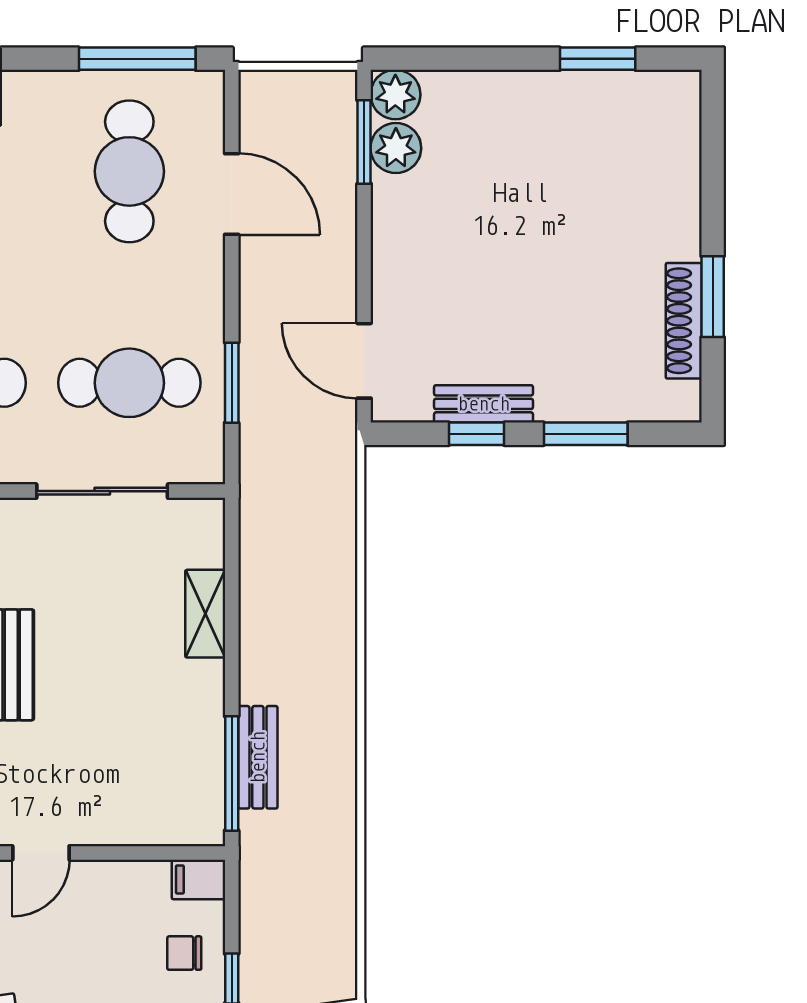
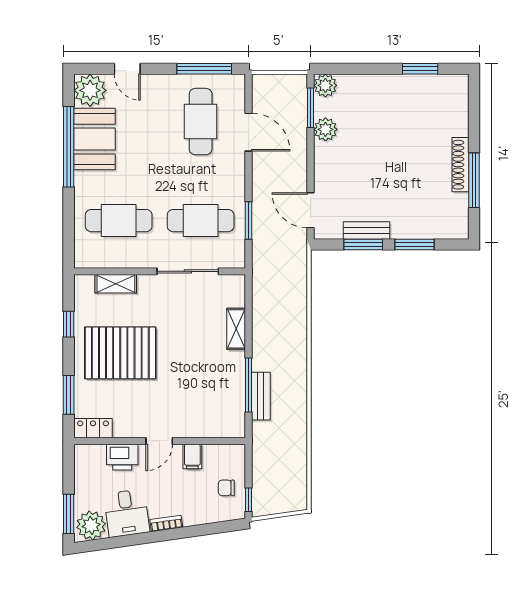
plant: (396, 148) -> (325, 129), moved
window: (713, 297) -> (474, 180), width x1.44
shoe rack: (684, 321) -> (460, 165), moved
window: (477, 434) -> (363, 244), width x1.50
window: (232, 773) -> (249, 385), moved
filing cabinet: (198, 879) -> (192, 457), moved, turned -90

